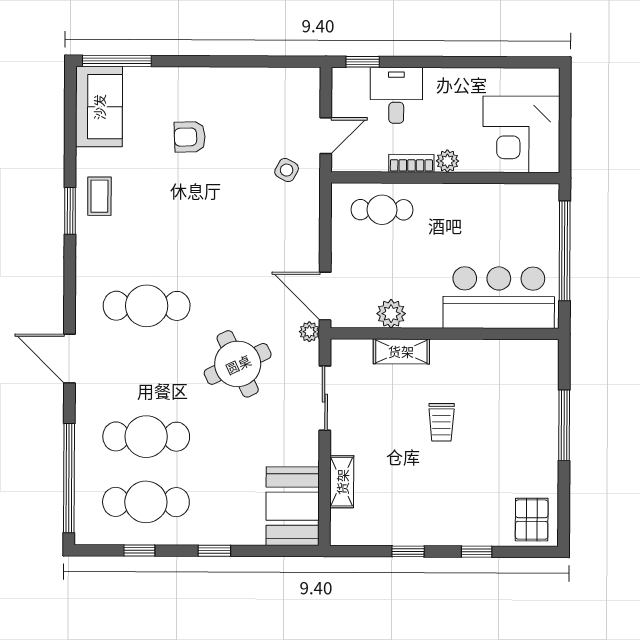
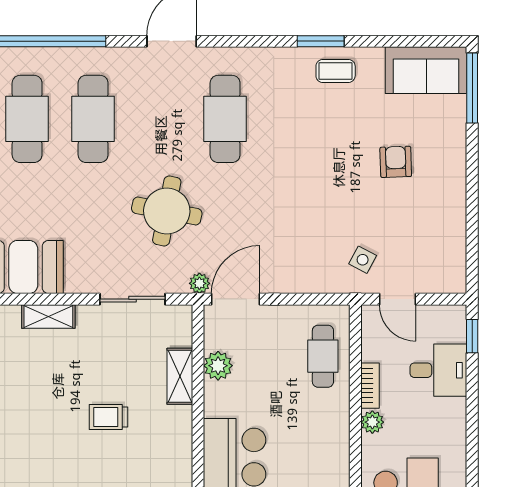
round table: (238, 364) -> (167, 211), turned 36

